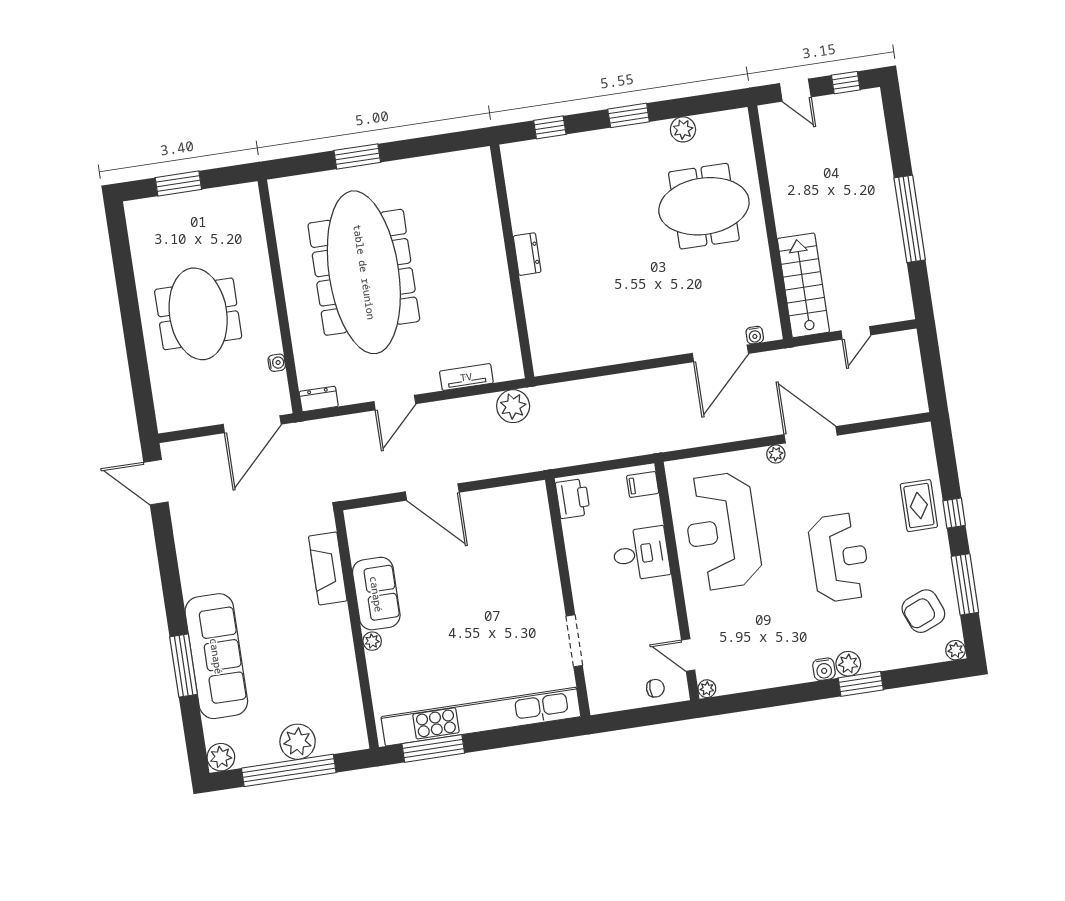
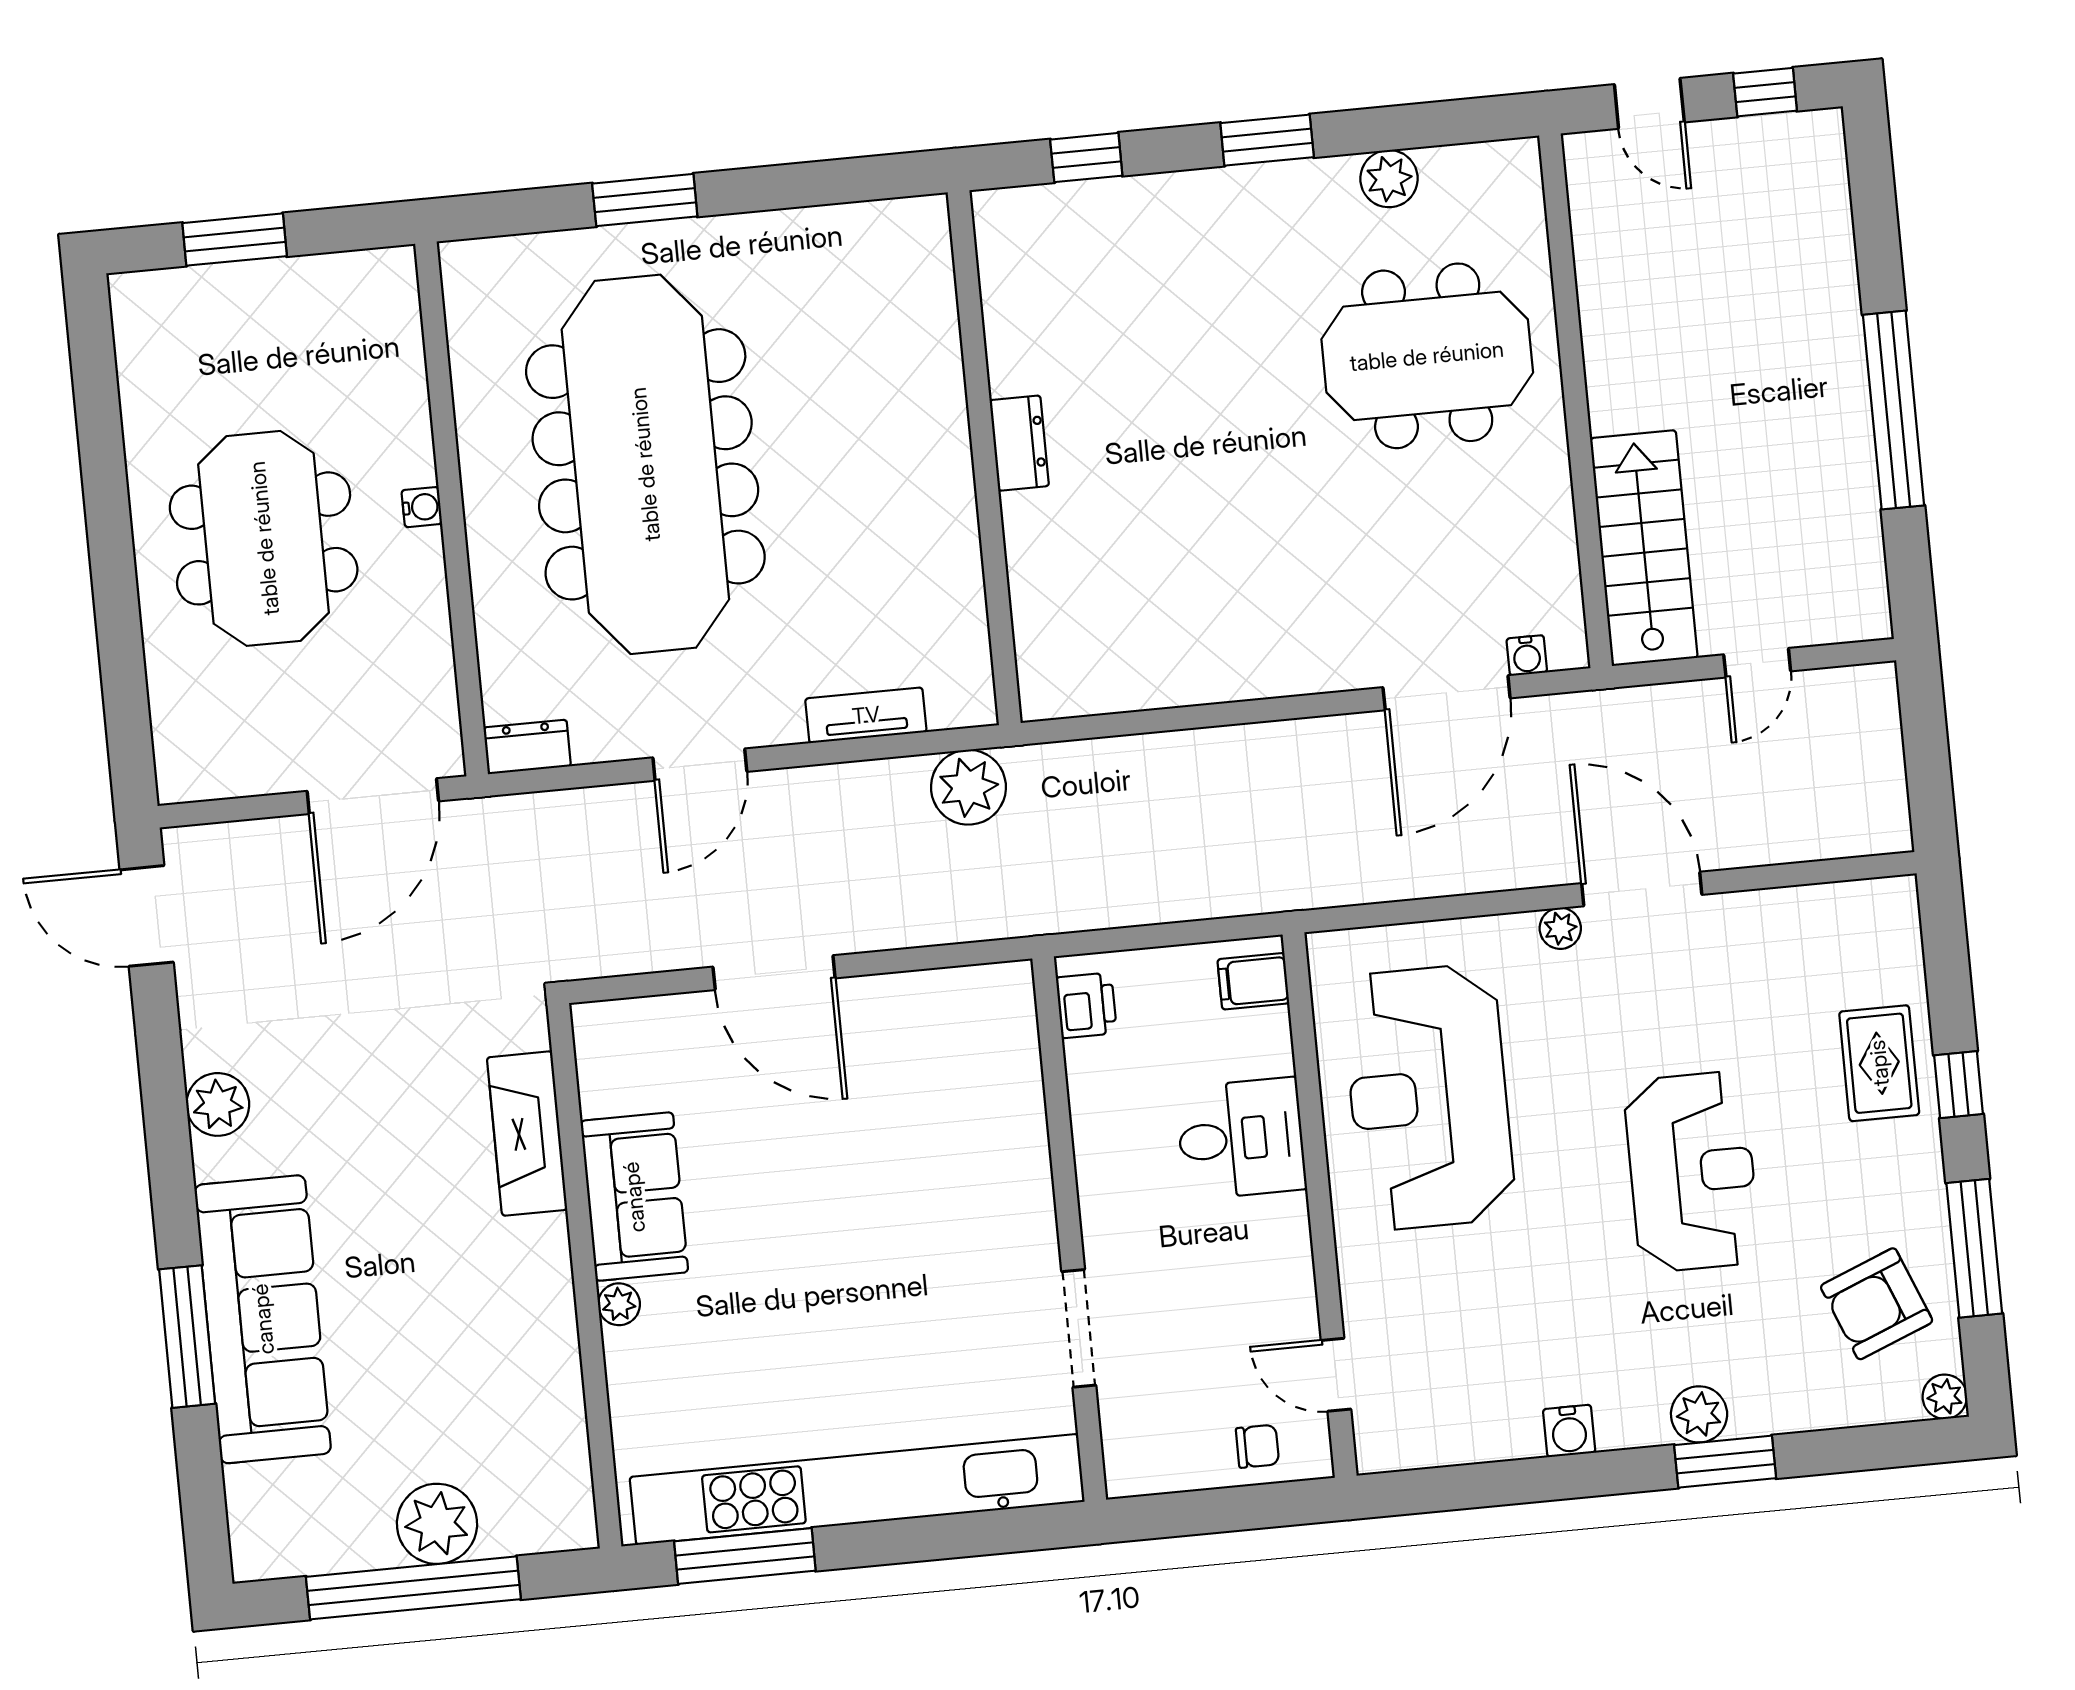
water cooler: (277, 363) -> (422, 507), moved
printer: (573, 499) -> (1086, 1005), width x0.73, depth x0.81
water cooler: (824, 669) -> (1569, 1431), moved
plant: (707, 689) -> (1374, 1454), removed
plant: (221, 757) -> (218, 1104), moved

